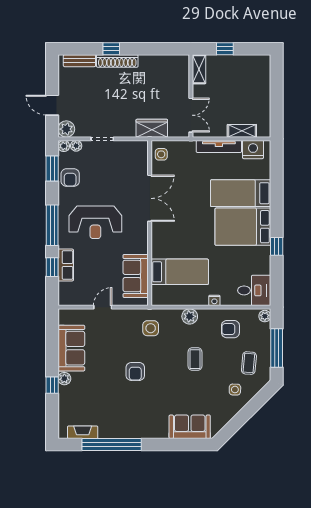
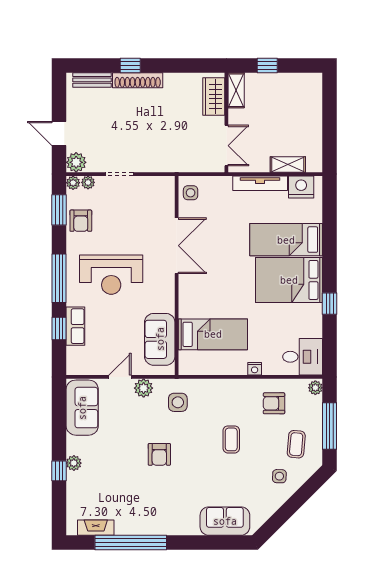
wardrobe: (152, 128) -> (214, 96), moved, turned -90
plant: (190, 316) -> (144, 388), moved
sofa: (71, 348) -> (82, 408), moved

